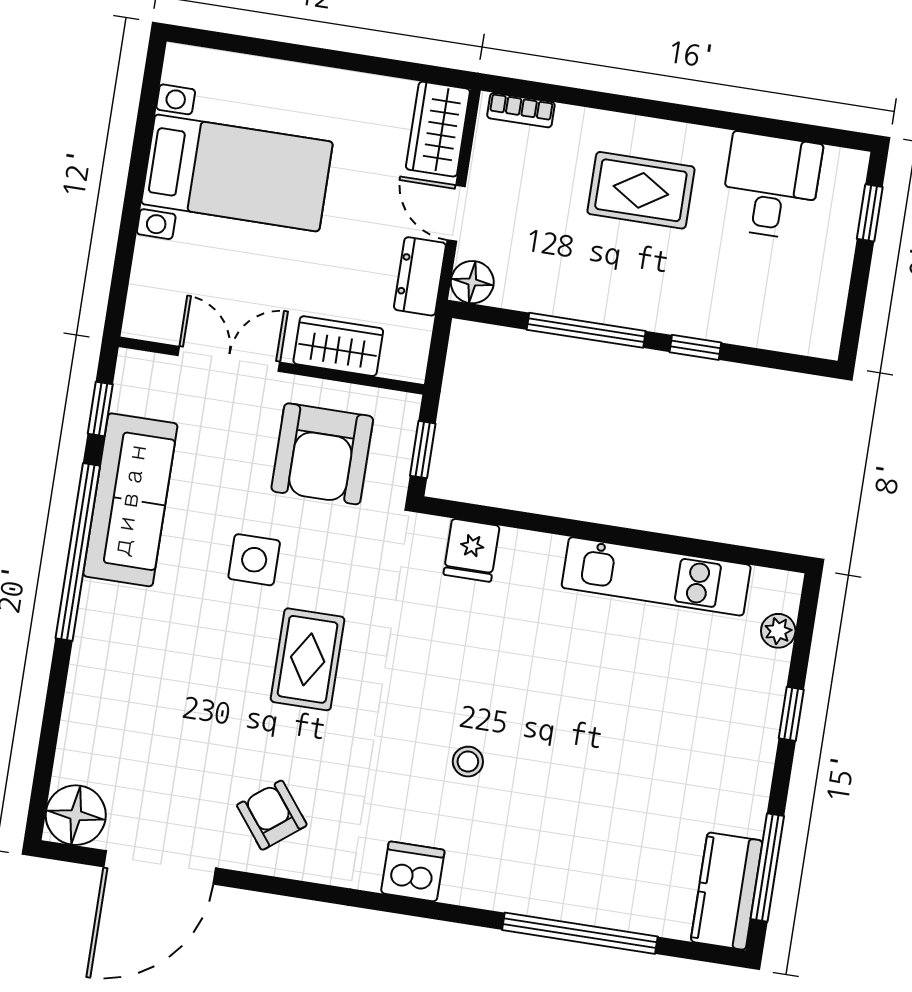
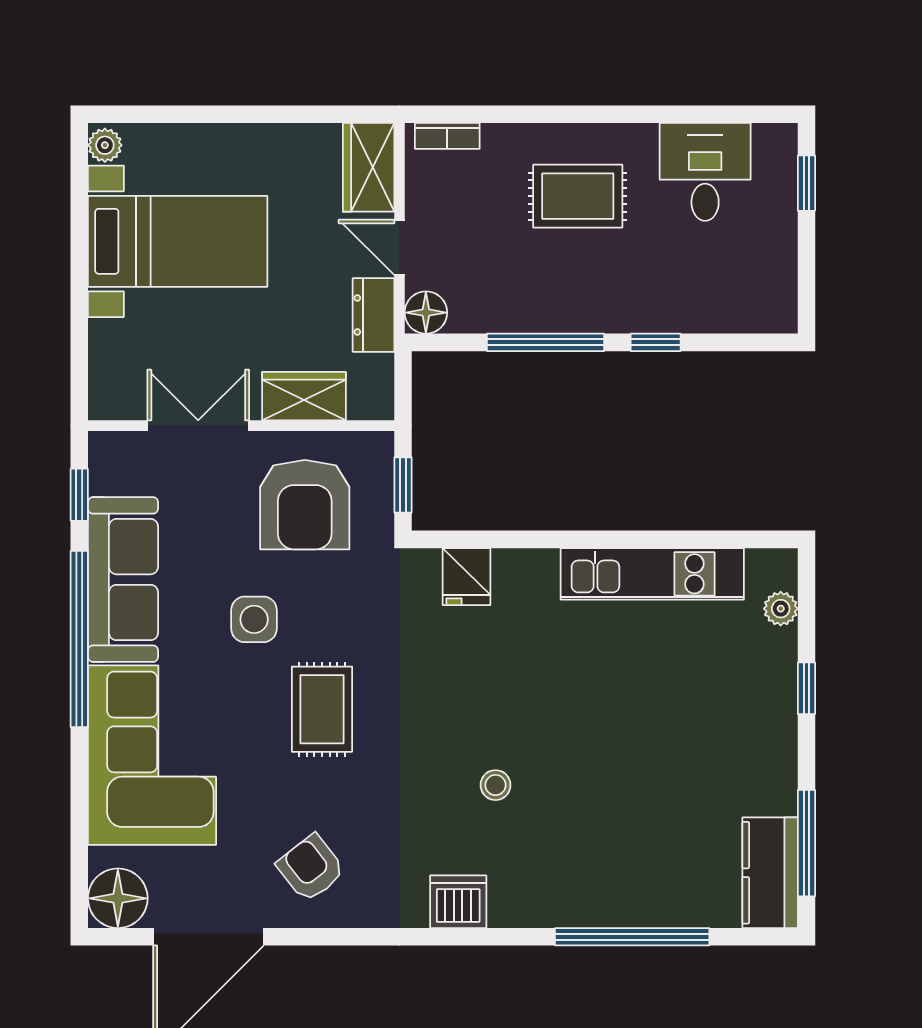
plant: (180, 66) -> (105, 145), added
corner sofa: (132, 679) -> (152, 755), added

